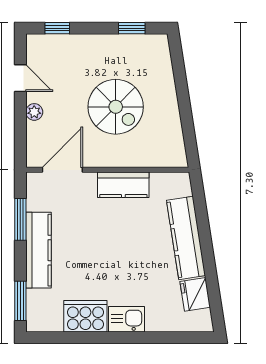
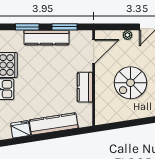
door: (62, 170) -> (94, 52), hinge flipped
window: (20, 301) -> (27, 27), moved

